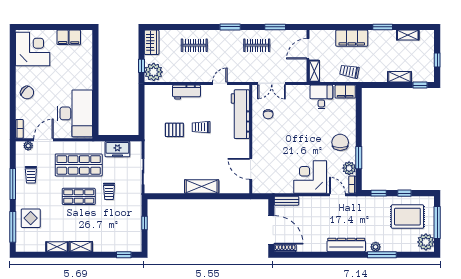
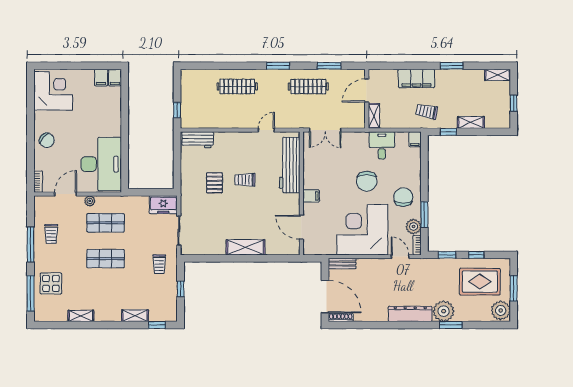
shelving: (408, 35) -> (498, 75), moved
filing cabinet: (63, 37) -> (115, 78), moved
wardrobe: (152, 42) -> (189, 83), removed
clothes rail: (194, 45) -> (237, 86), width x1.36
clothes rail: (257, 45) -> (308, 86), width x1.36
trolley: (349, 71) -> (427, 111), moved
plant: (154, 72) -> (191, 117), removed
window: (420, 85) -> (448, 132), moved
workbench: (186, 92) -> (198, 140), moved
filing cabinet: (345, 92) -> (415, 139), width x0.50
chair: (268, 114) -> (367, 181), moved, width x1.87, depth x1.87
pallet: (174, 130) -> (215, 183), turned 90
filing cabinet: (259, 141) -> (311, 196), added
plant: (28, 146) -> (90, 201), moved
freezer: (117, 149) -> (163, 205), moved
shop shelf: (79, 165) -> (106, 223), width x0.70, depth x0.74
corner desk: (310, 177) -> (362, 230), width x1.36, depth x1.36
trolley: (109, 191) -> (159, 264), moved
window: (437, 222) -> (514, 288), width x0.69
shelving: (81, 247) -> (135, 316), moved
plant: (376, 247) -> (444, 311), width x1.88, depth x1.88
window: (382, 255) -> (451, 325), width x0.69

